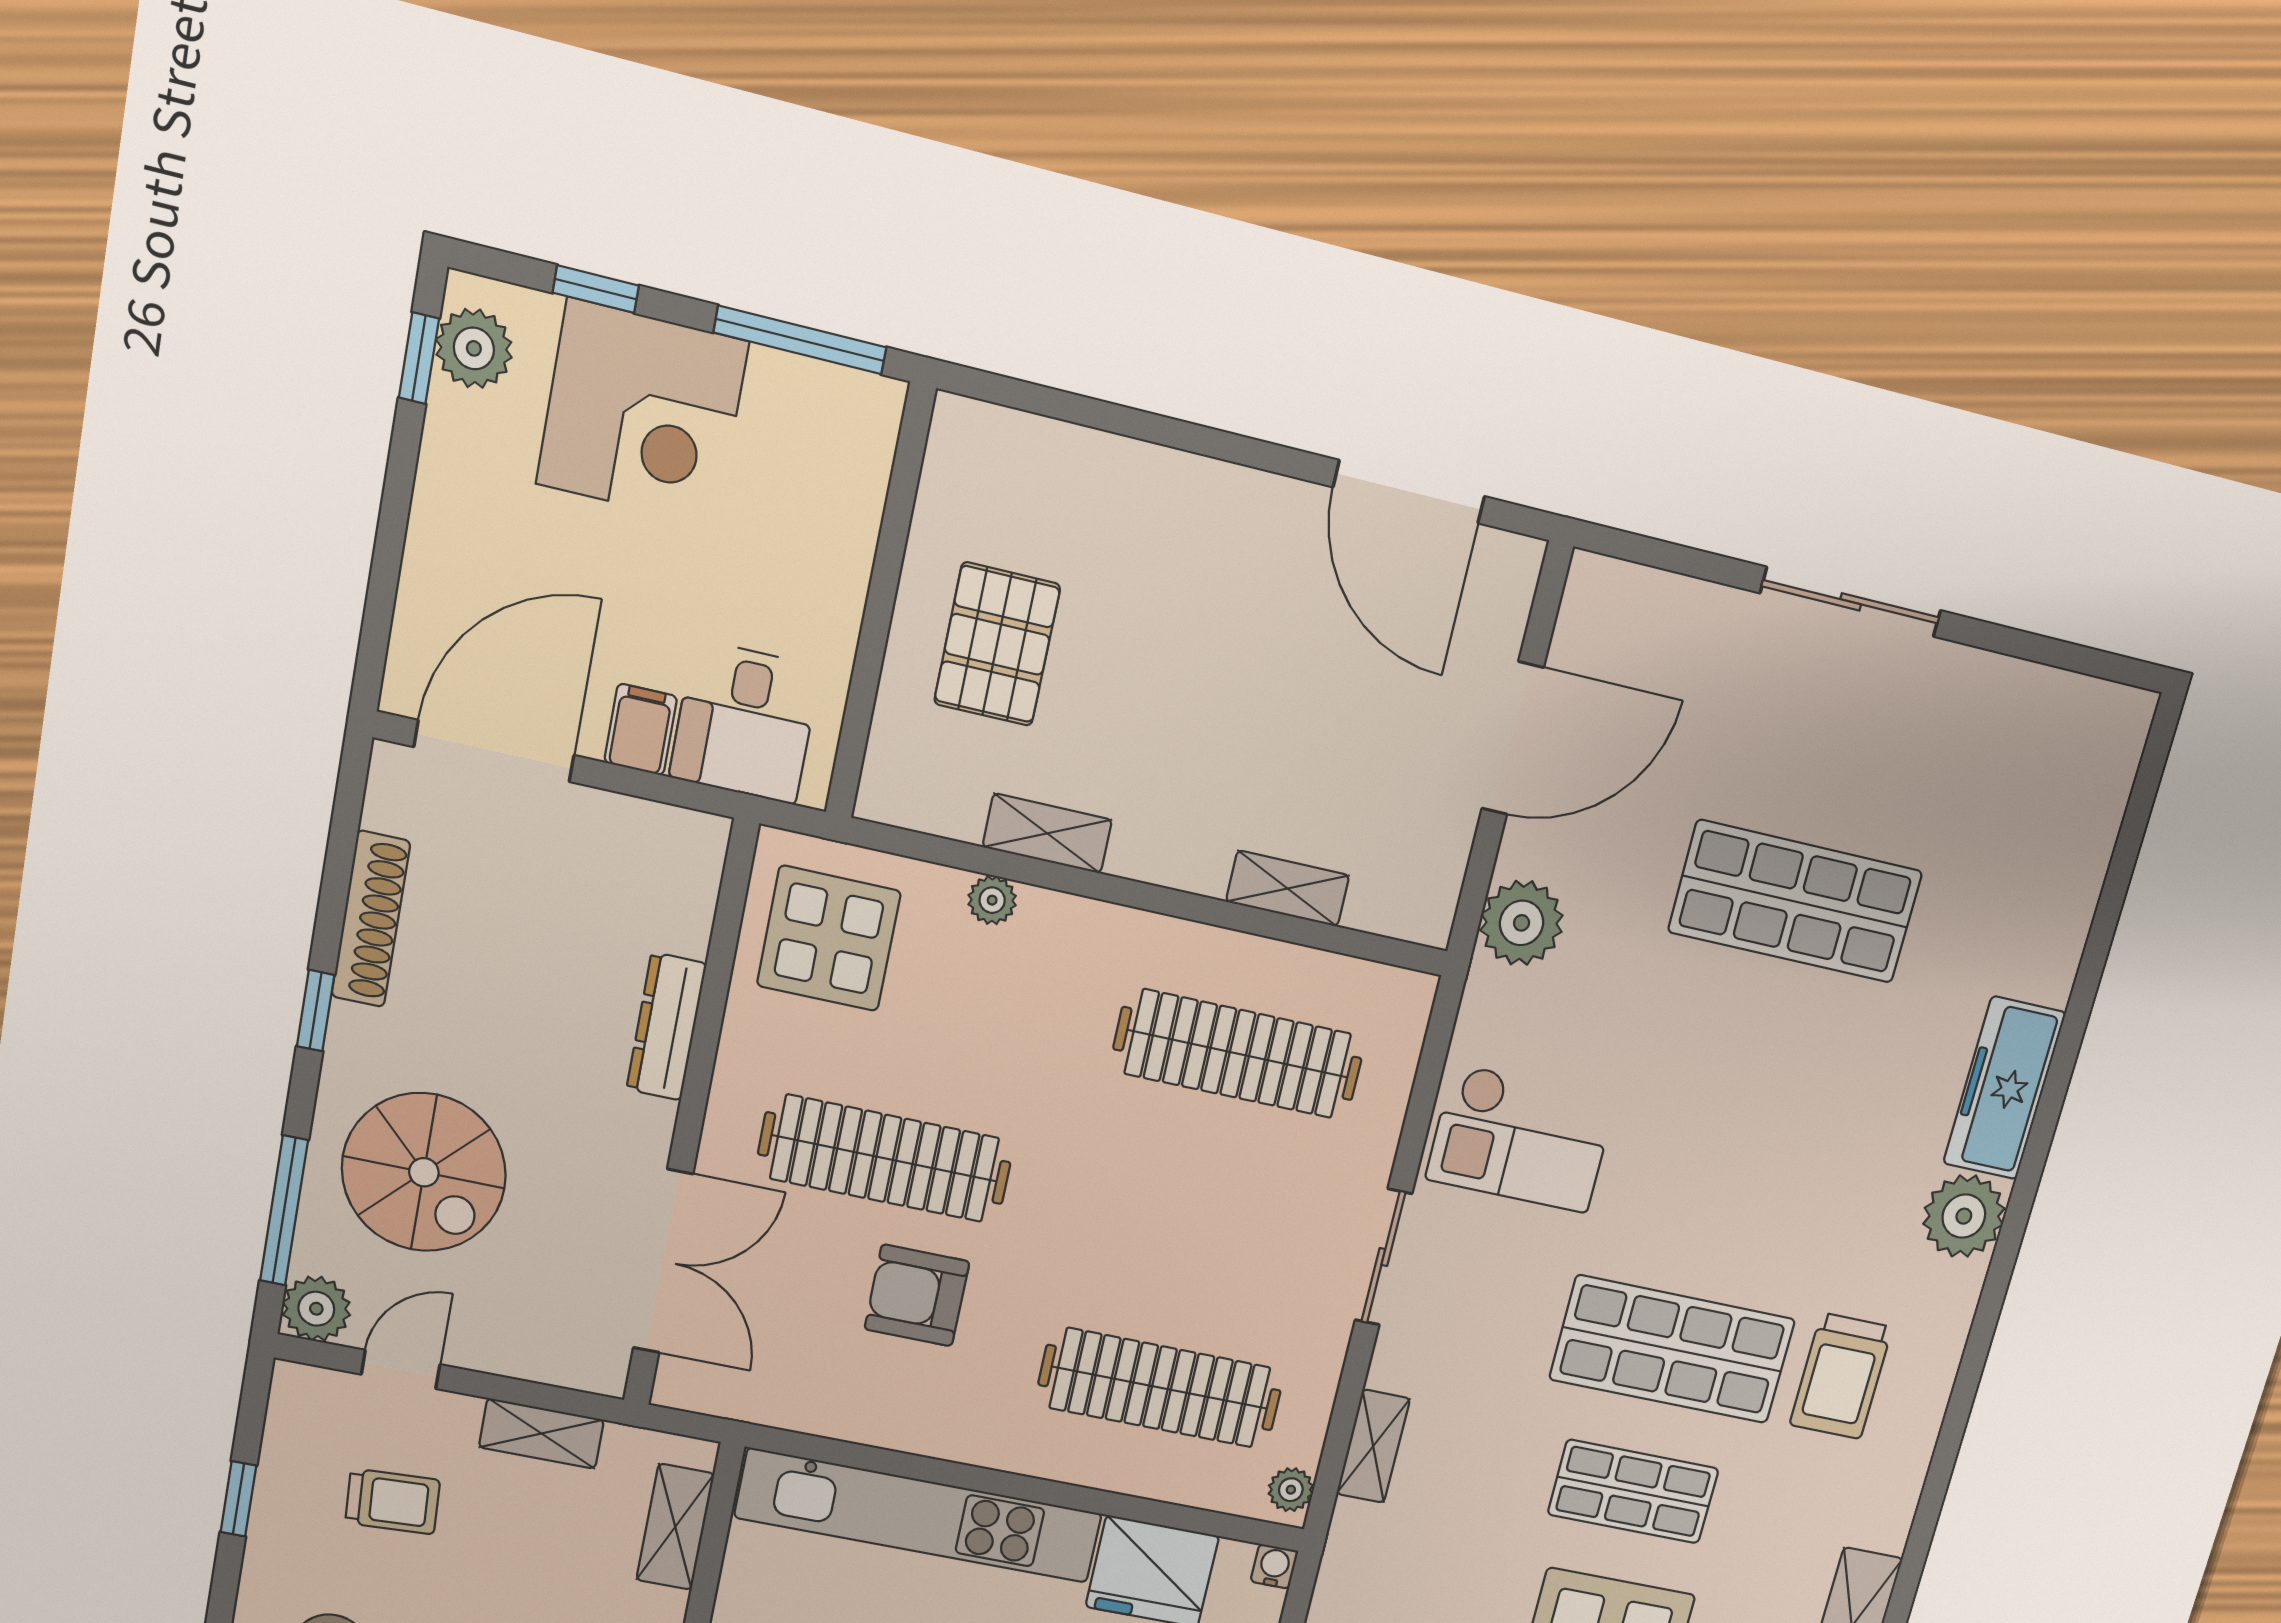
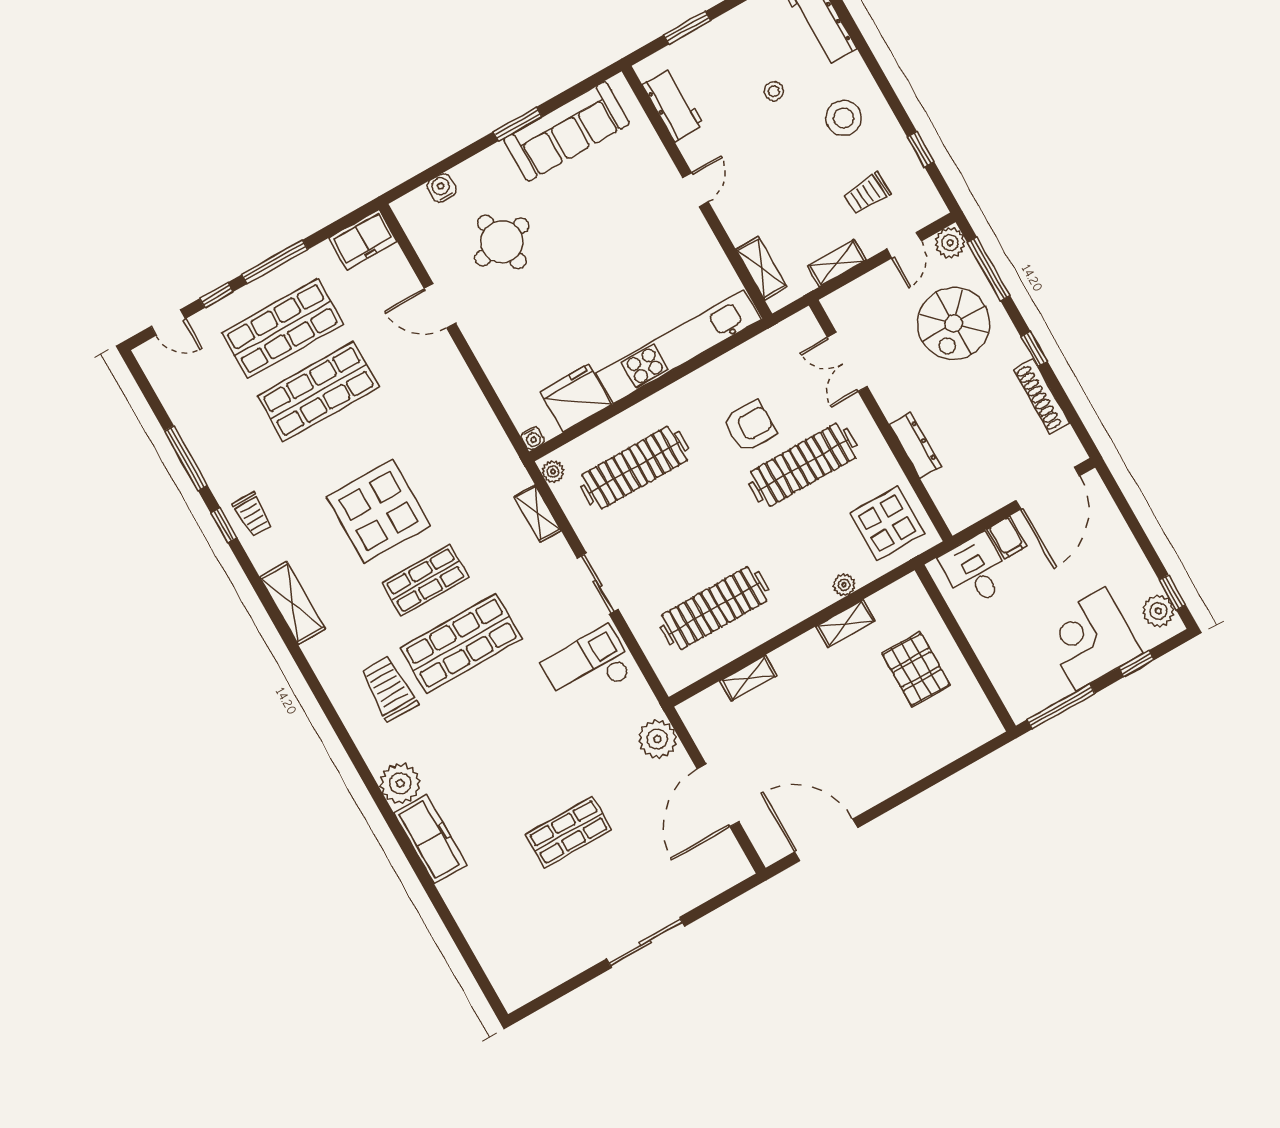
shop shelf: (1795, 902) -> (569, 832), width x0.70, depth x0.74
spiral stairs: (424, 1172) -> (954, 323), turned -90
double door: (663, 1261) -> (847, 362), width x0.73

